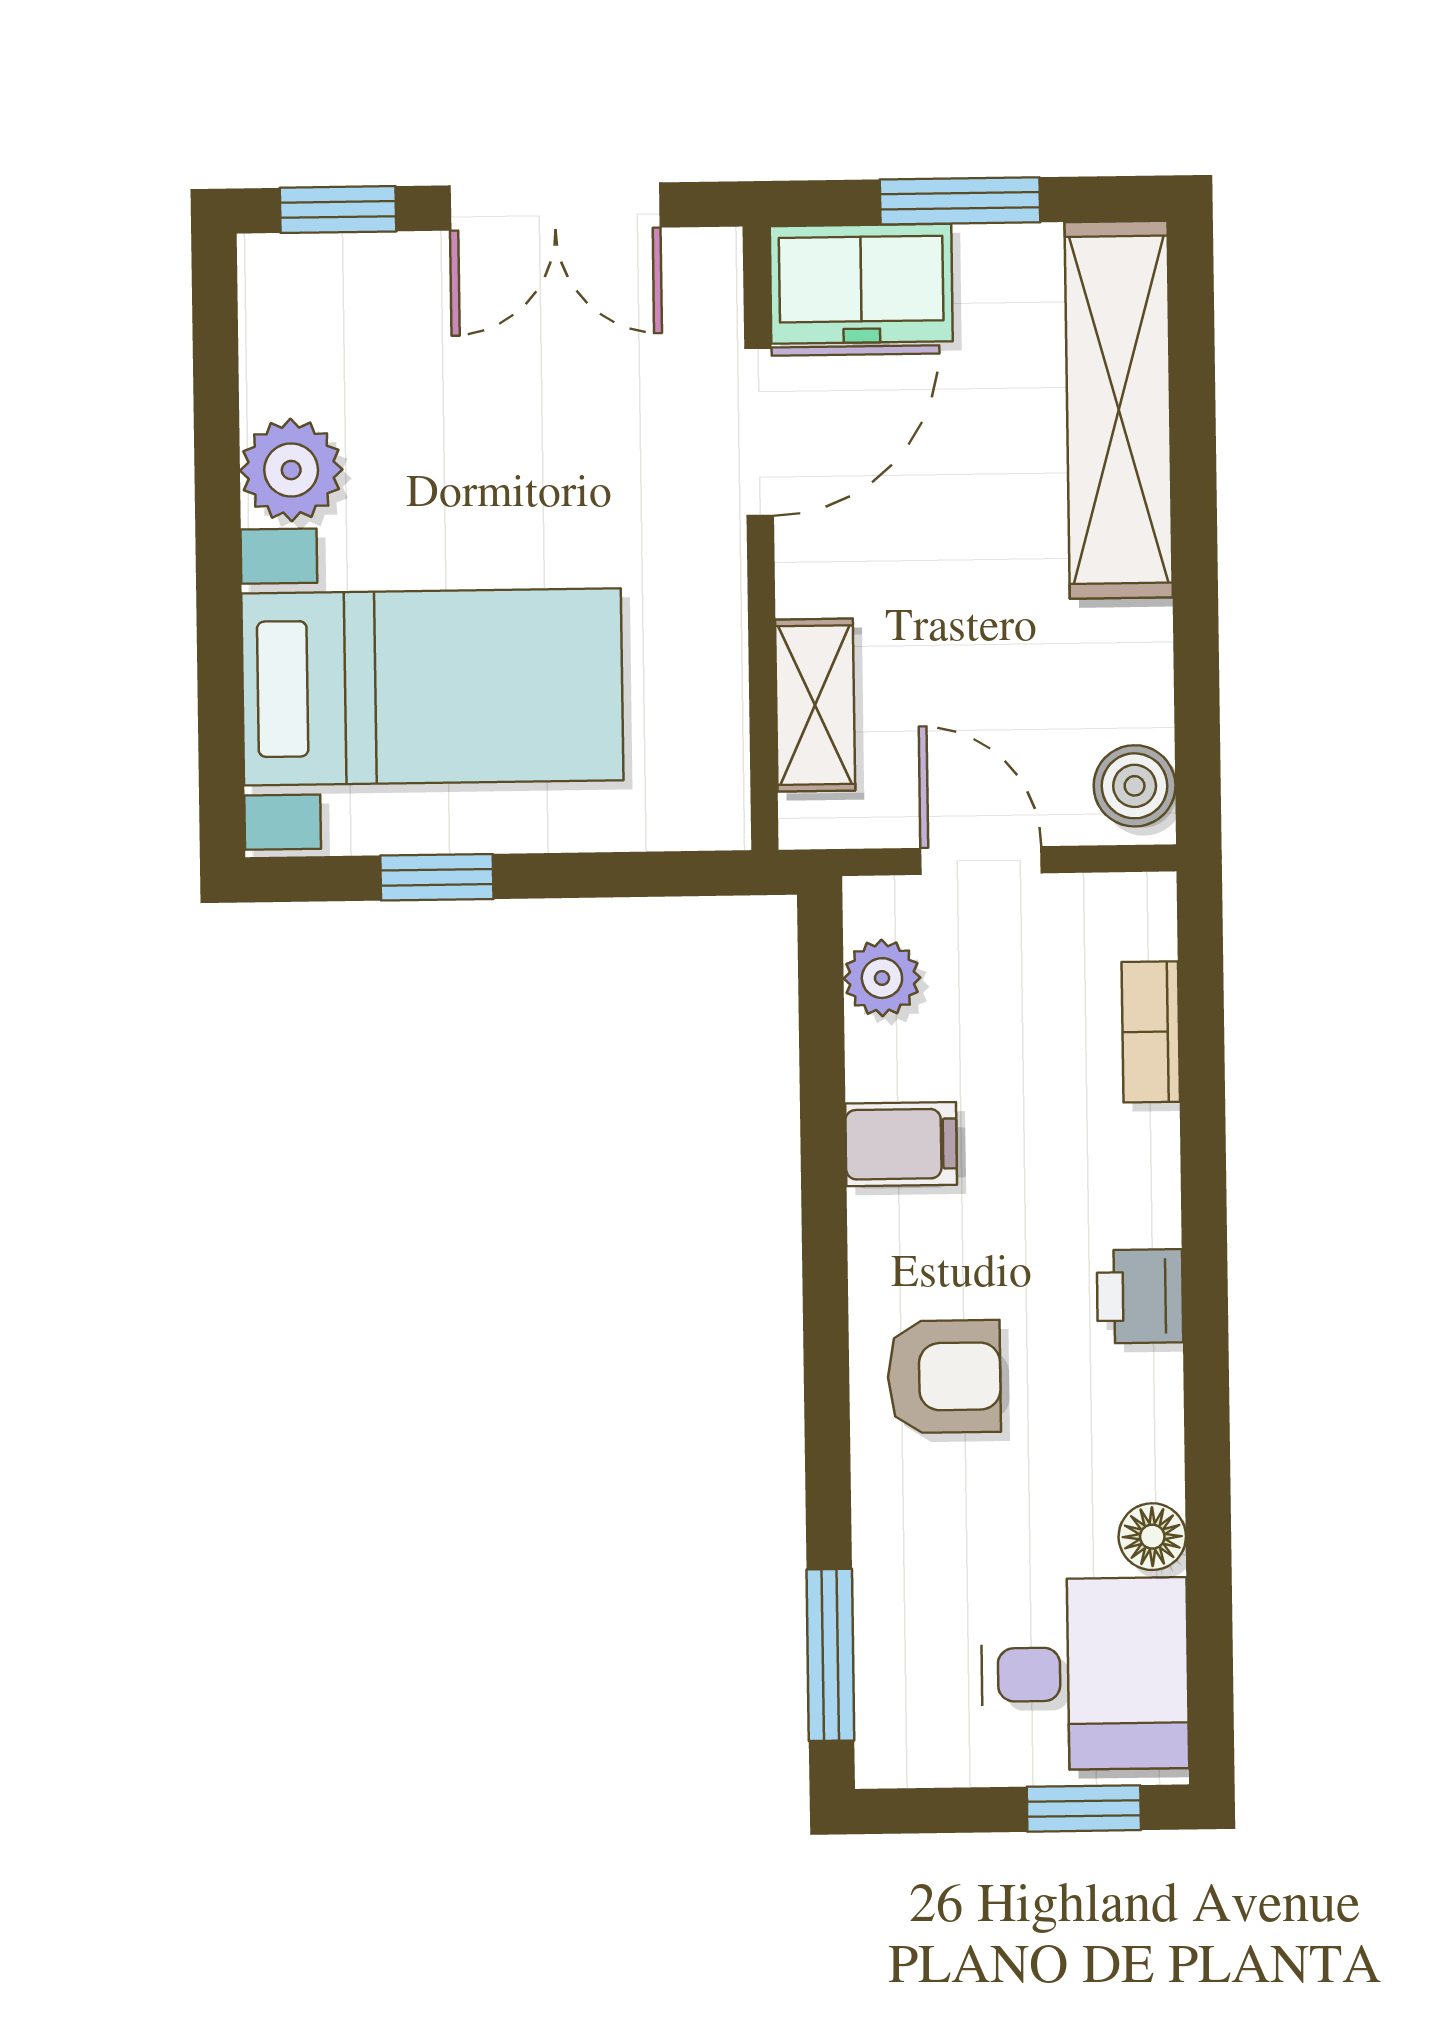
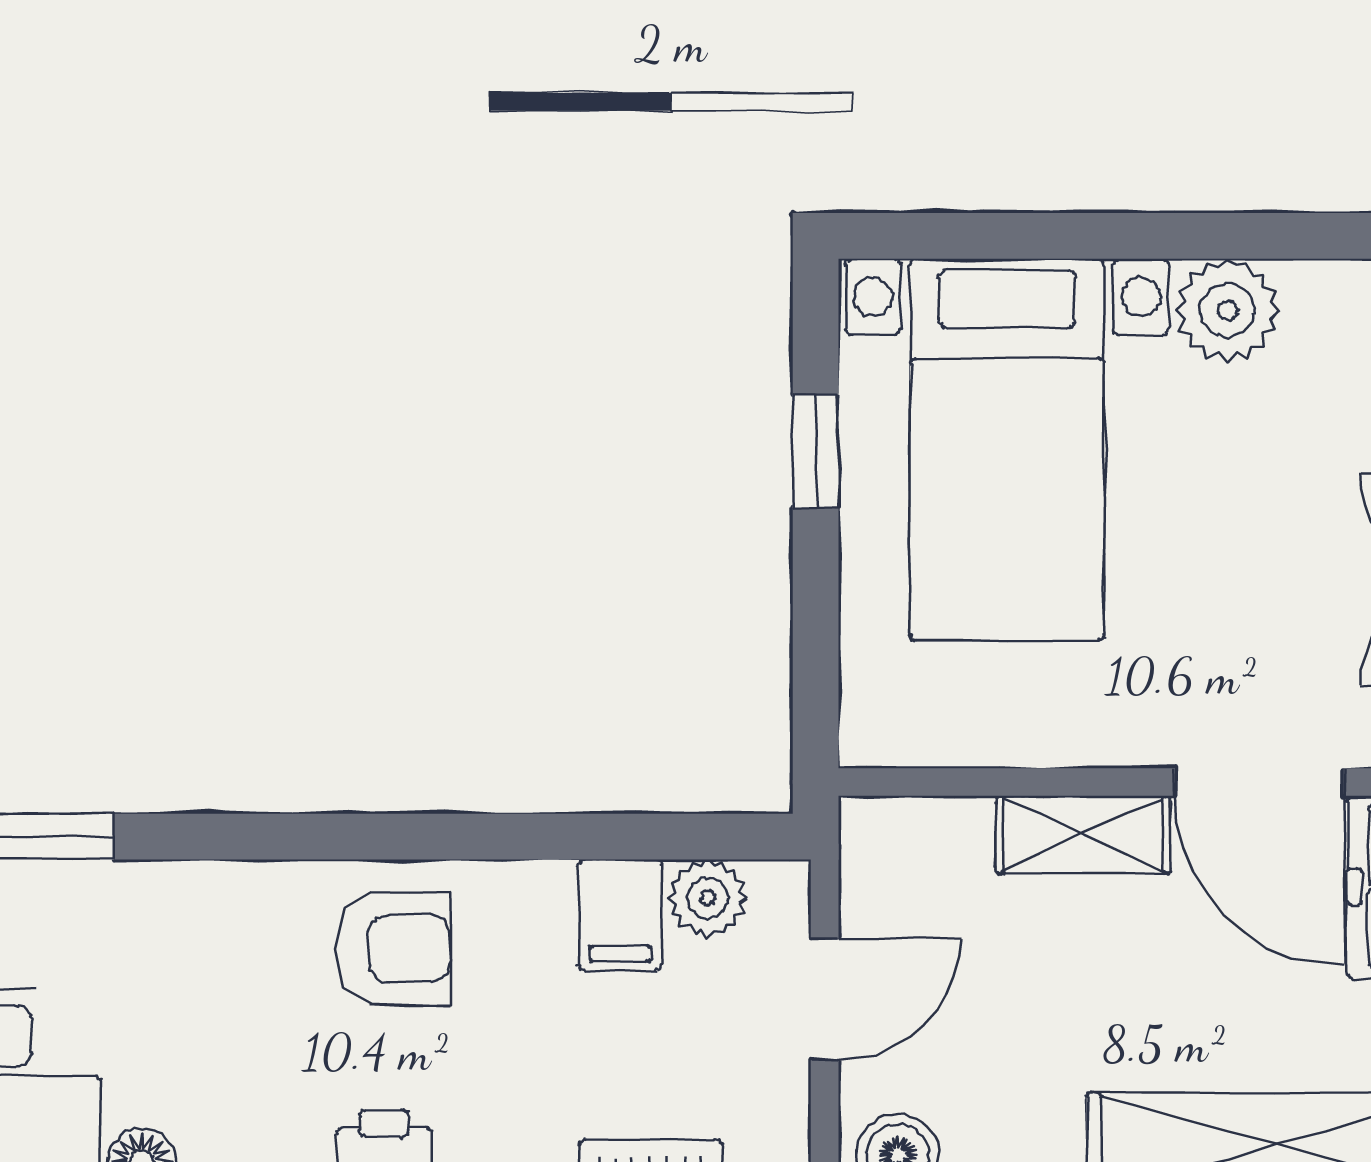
shelving: (815, 705) -> (1083, 835), moved
filing cabinet: (901, 1144) -> (620, 915), moved
armchair: (944, 1377) -> (393, 948), moved, turned -90

